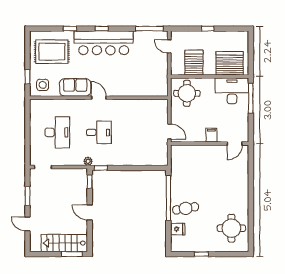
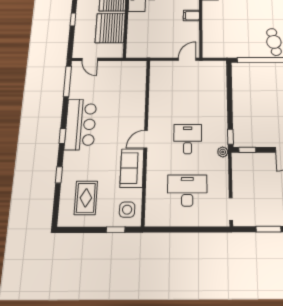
bar counter: (104, 43) -> (81, 124), width x0.73
door: (169, 46) -> (90, 59), hinge flipped
rug: (52, 52) -> (86, 198), width x0.73, depth x0.70
server rack: (194, 63) -> (110, 28), width x1.60
round table: (187, 93) -> (144, 41), removed

